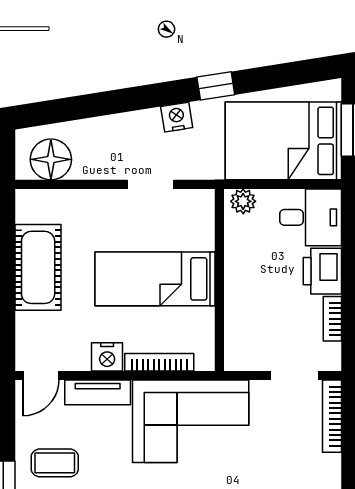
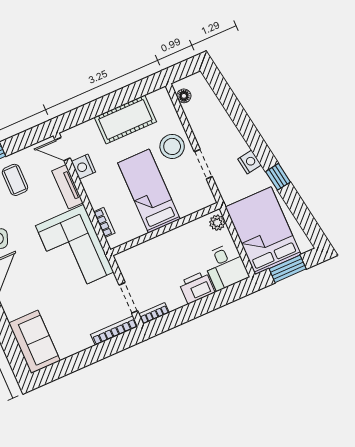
floor lamp: (51, 159) -> (184, 96), width x0.53, depth x0.53
stool: (106, 218) -> (172, 146), added
bookcase: (332, 319) -> (154, 313), moved
nightstand: (107, 357) -> (83, 167), moved
bookcase: (159, 362) -> (104, 222), width x0.64

